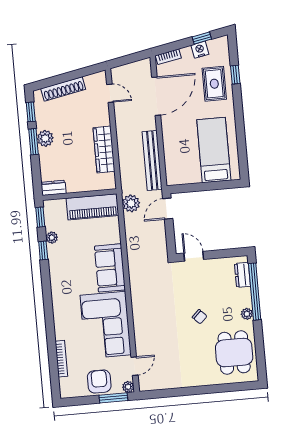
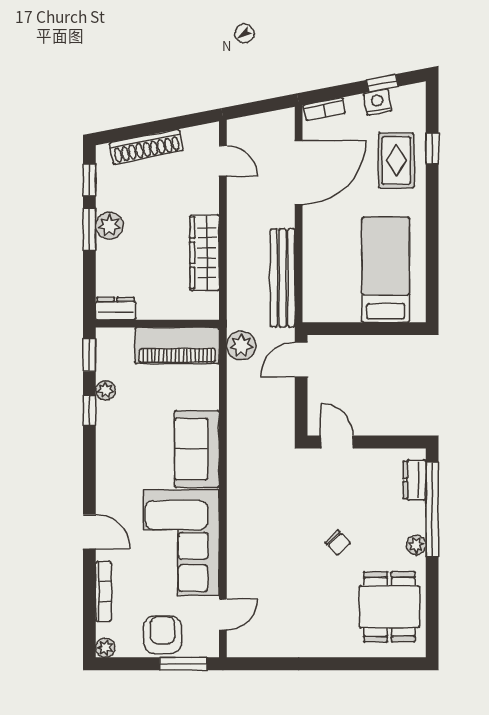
door: (50, 323) -> (89, 532), added
plant: (128, 387) -> (105, 648), moved

